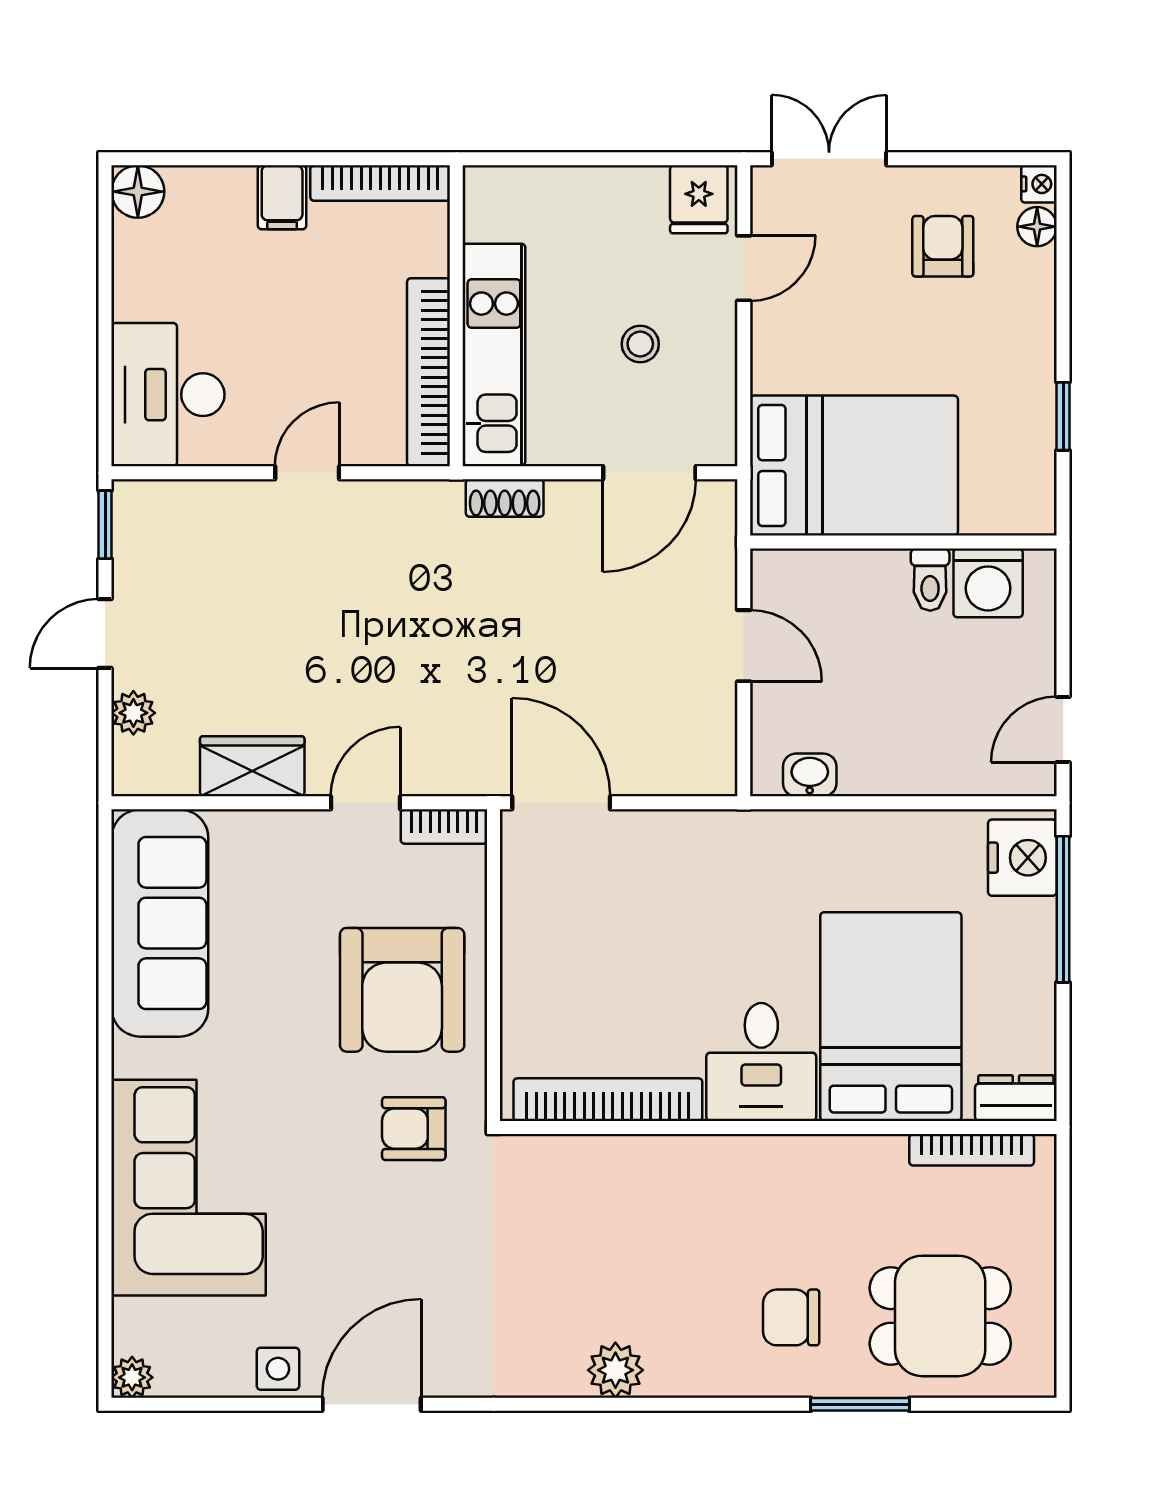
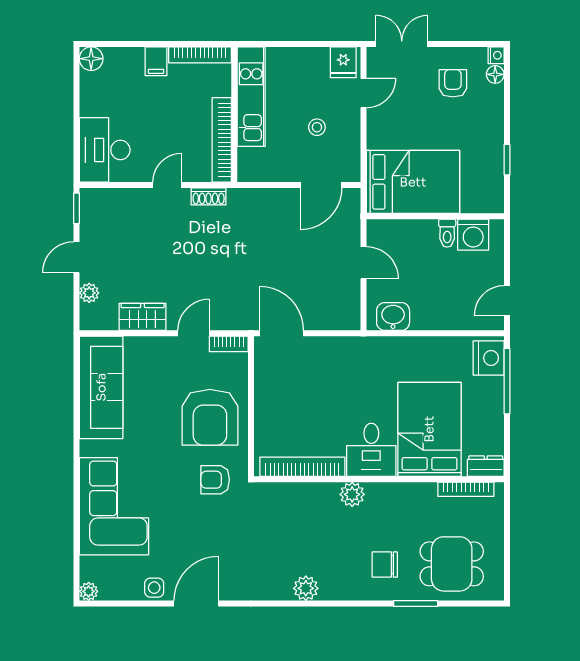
kitchen unit: (494, 355) -> (251, 97), moved
shoe rack: (505, 498) -> (209, 196), moved
washbasin: (810, 775) -> (393, 317), width x1.38, depth x1.45
plant: (719, 1161) -> (352, 494), added

